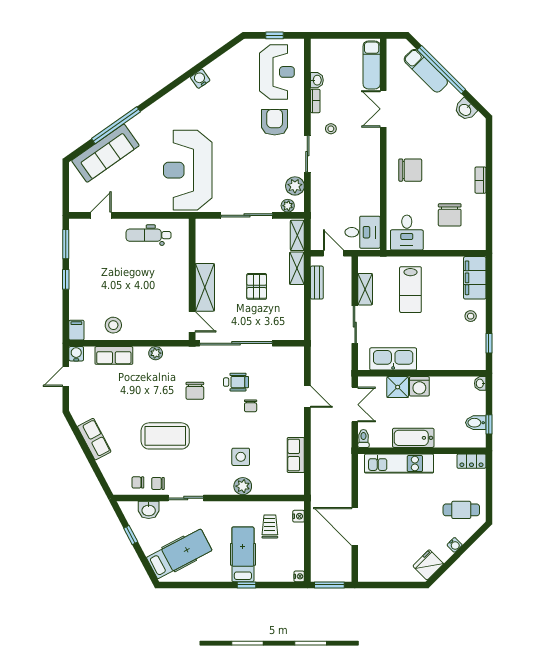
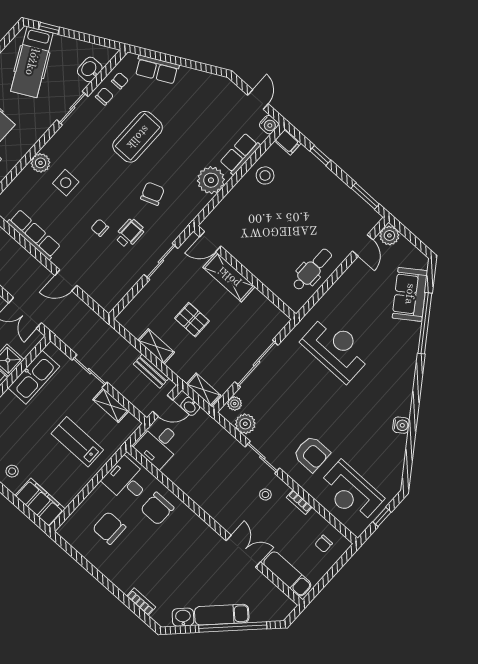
chair: (329, 59) -> (324, 544), added
exam couch: (426, 71) -> (222, 615), moved
washbasin: (317, 80) -> (190, 406), moved
sofa: (105, 153) -> (410, 294), width x0.73
reception desk: (188, 170) -> (336, 349), width x0.74, depth x0.77
chair: (410, 170) -> (157, 509), moved
bookcase: (480, 180) -> (141, 602), moved
plant: (78, 203) -> (389, 235), added
shelving: (297, 268) -> (156, 346), moved
window: (66, 279) -> (320, 155), moved
sliding door: (236, 343) -> (161, 261), width x0.54
plant: (156, 353) -> (211, 180), width x1.87, depth x1.87
wheelchair: (236, 382) -> (130, 233), turned 180
chair: (195, 391) -> (152, 194), turned 70
row of seats: (94, 439) -> (157, 69), moved
row of seats: (296, 455) -> (34, 235), width x1.48
window: (131, 535) -> (49, 28), moved

